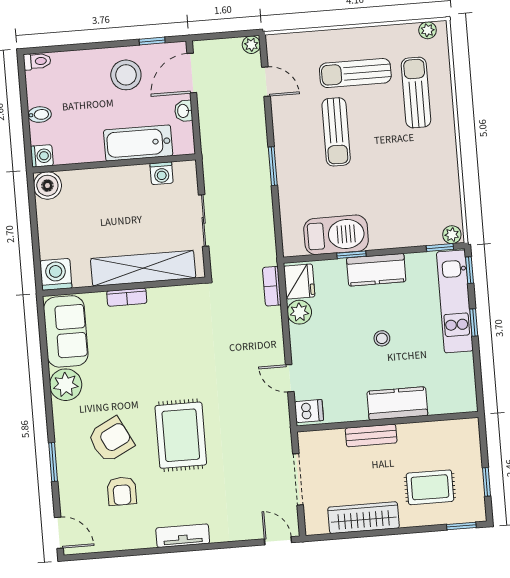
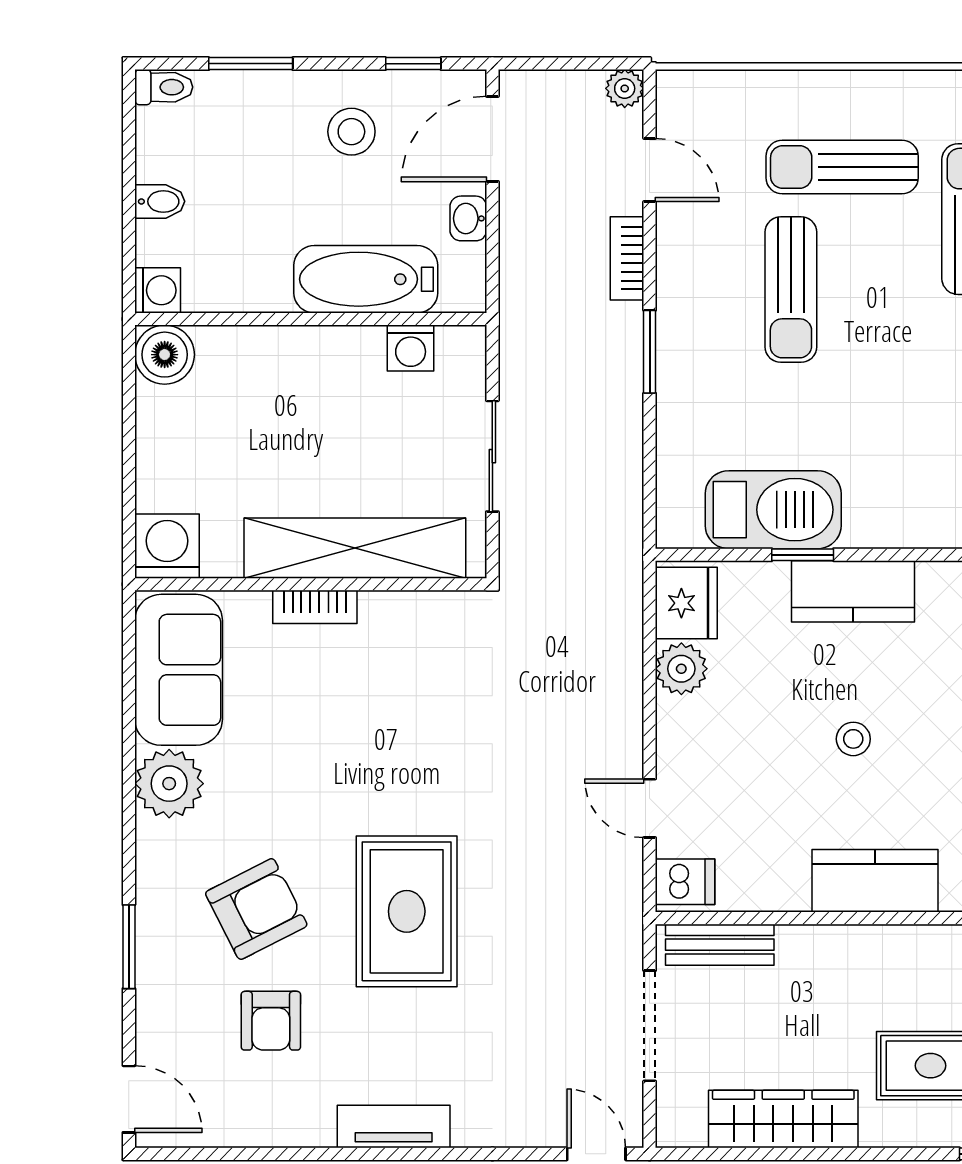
window: (77, 47) -> (251, 64), added
stool: (126, 75) -> (351, 132), width x0.73, depth x0.73
bookcase: (272, 286) -> (627, 258), moved
bench: (371, 435) -> (720, 945), moved

